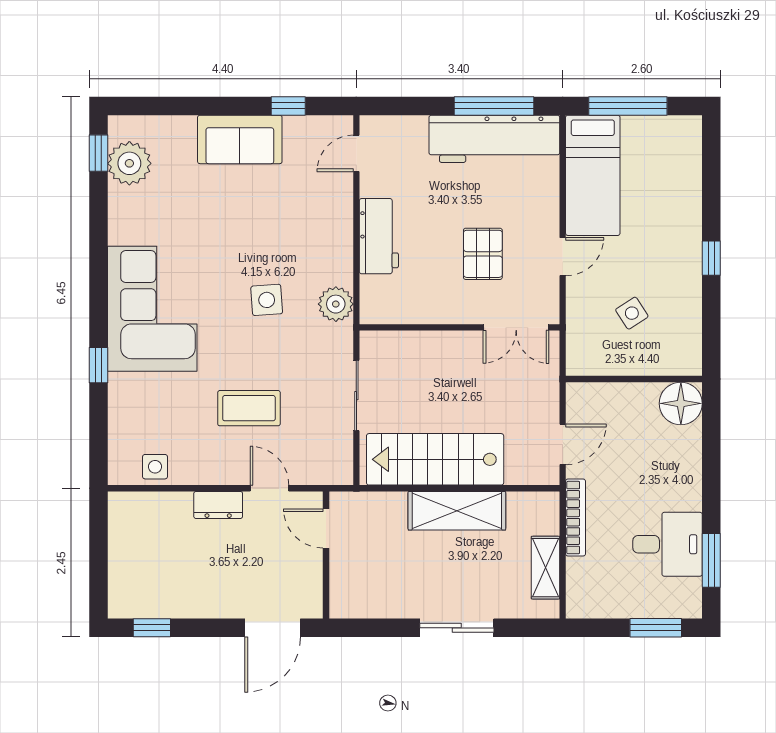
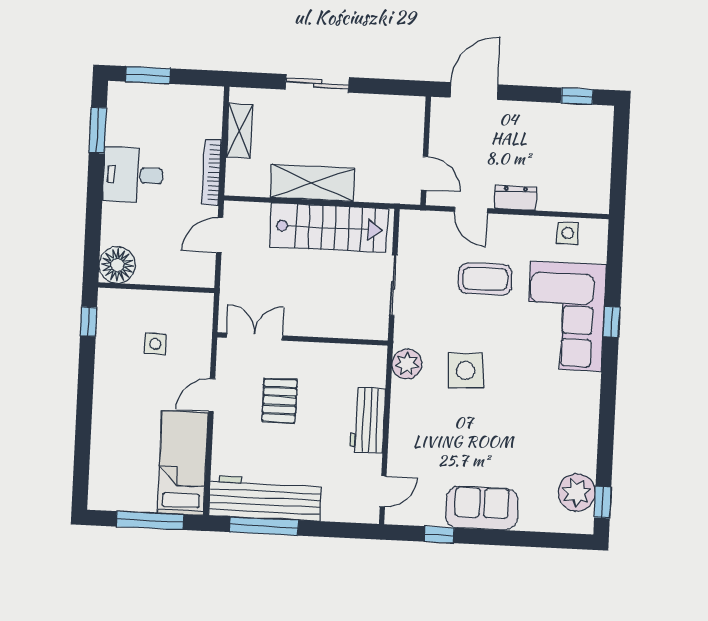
window: (711, 258) -> (88, 321), moved
side table: (267, 300) -> (466, 370), width x1.37, depth x1.37
corner sofa: (152, 309) -> (566, 316), moved
side table: (632, 313) -> (155, 344), turned 33
desk: (668, 544) -> (133, 175), moved

